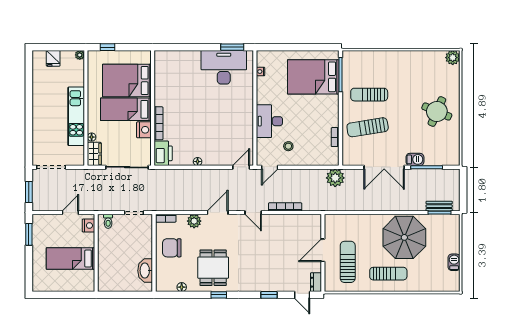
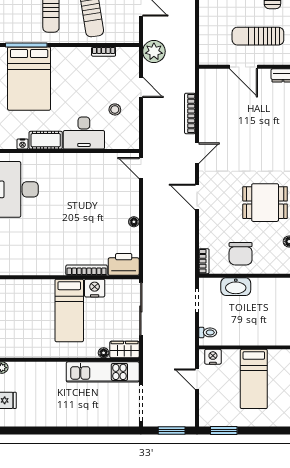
bed: (127, 80) -> (34, 309), removed
cot: (264, 90) -> (46, 140), added
kitchen unit: (76, 116) -> (103, 372), moved
door: (270, 167) -> (141, 87), moved
plant: (194, 221) -> (207, 226), removed
washbasin: (145, 271) -> (236, 287), moved

